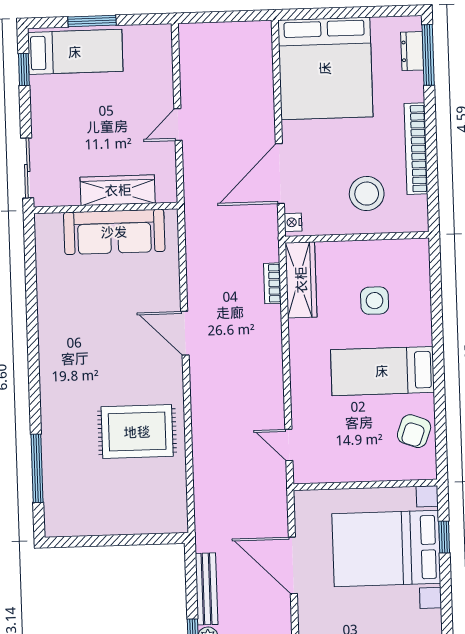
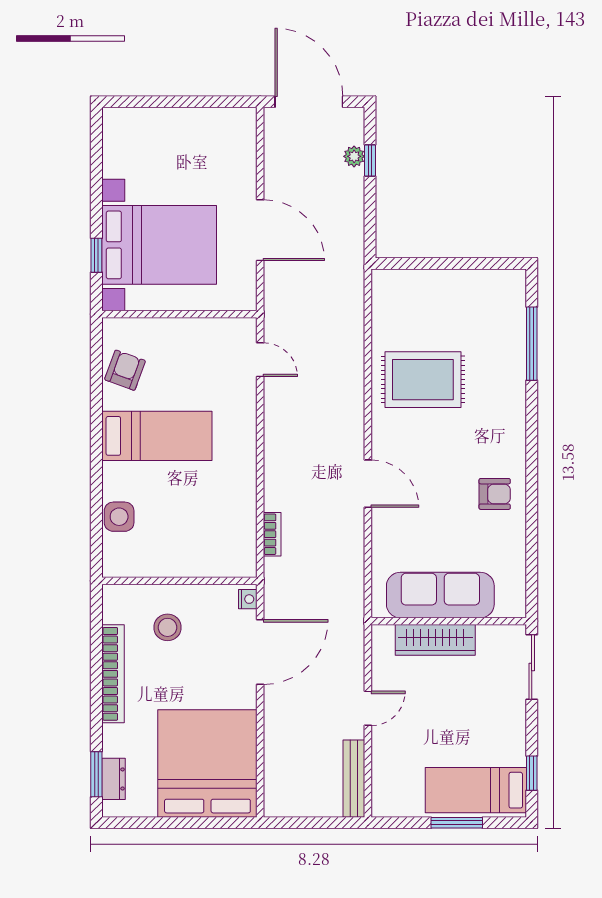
window: (428, 55) -> (96, 774), width x0.69
stool: (367, 194) -> (168, 627), width x0.73, depth x0.73
wardrobe: (301, 280) -> (241, 537), removed
side table: (375, 301) -> (119, 517), moved
armchair: (67, 328) -> (495, 494), added
bench: (207, 589) -> (354, 779), moved

